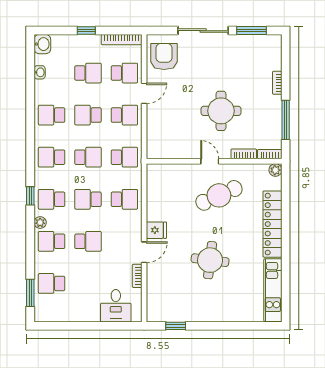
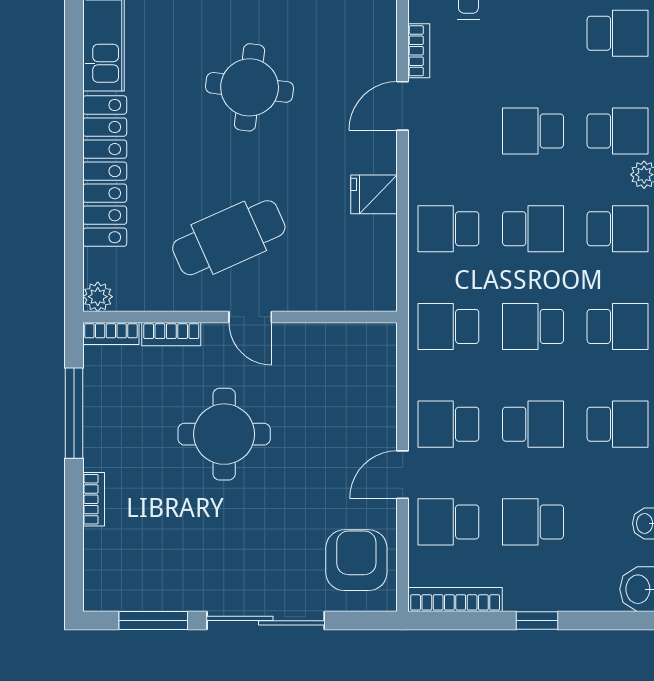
armchair: (164, 57) -> (356, 560), turned 180
fridge: (156, 230) -> (374, 194), moved

